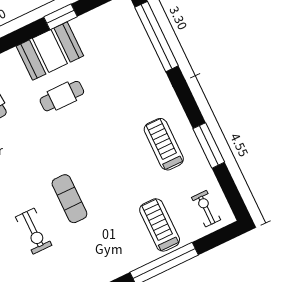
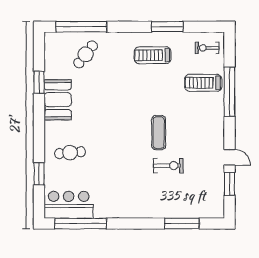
cafe table: (62, 96) -> (86, 54), moved, turned 38
exercise mat: (69, 199) -> (159, 133), turned 90

